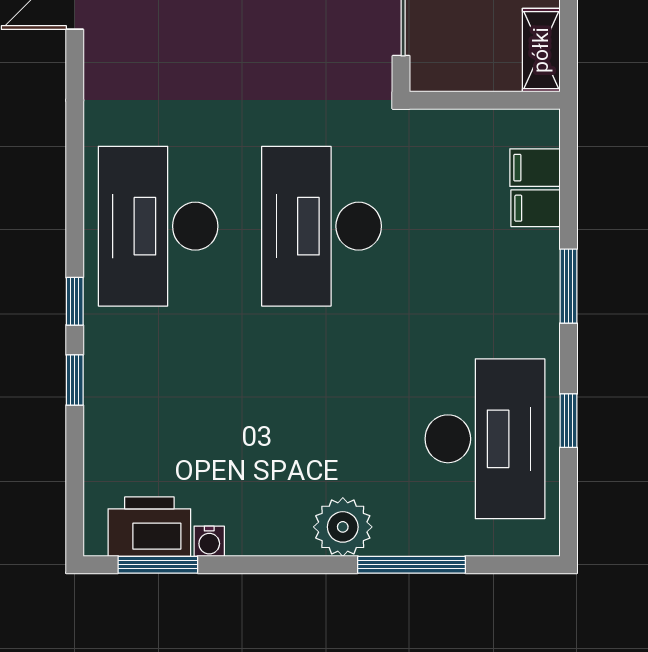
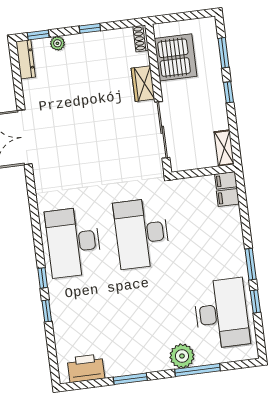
filing cabinet: (535, 208) -> (226, 180), moved
window: (568, 286) -> (251, 264), moved
plant: (343, 527) -> (182, 356), moved
water cooler: (209, 541) -> (112, 371), removed
window: (158, 565) -> (130, 379), moved

